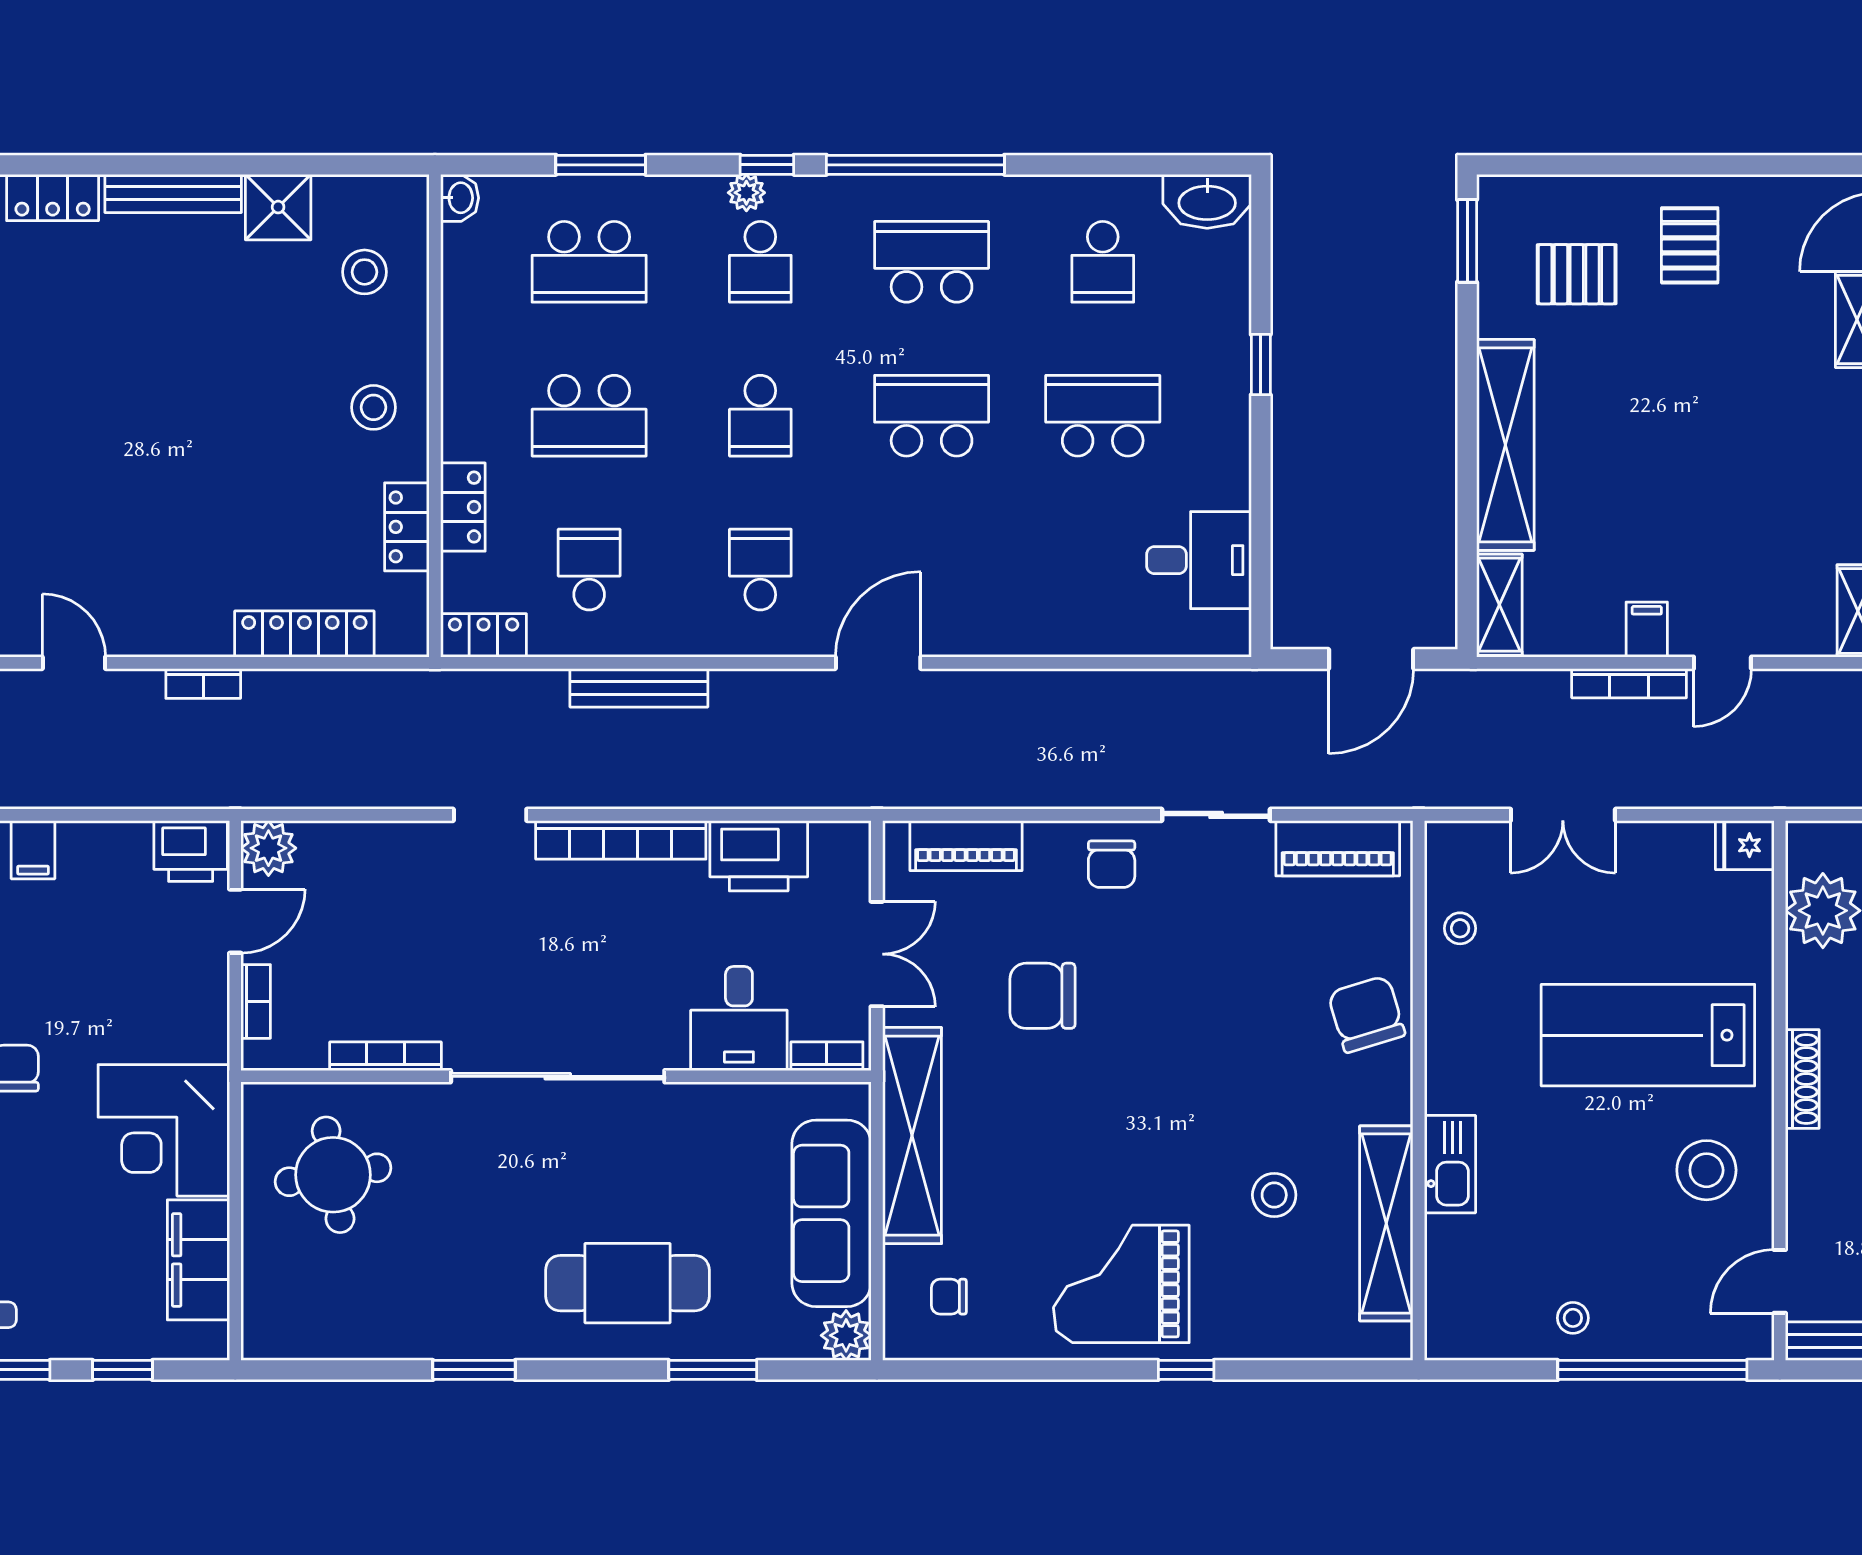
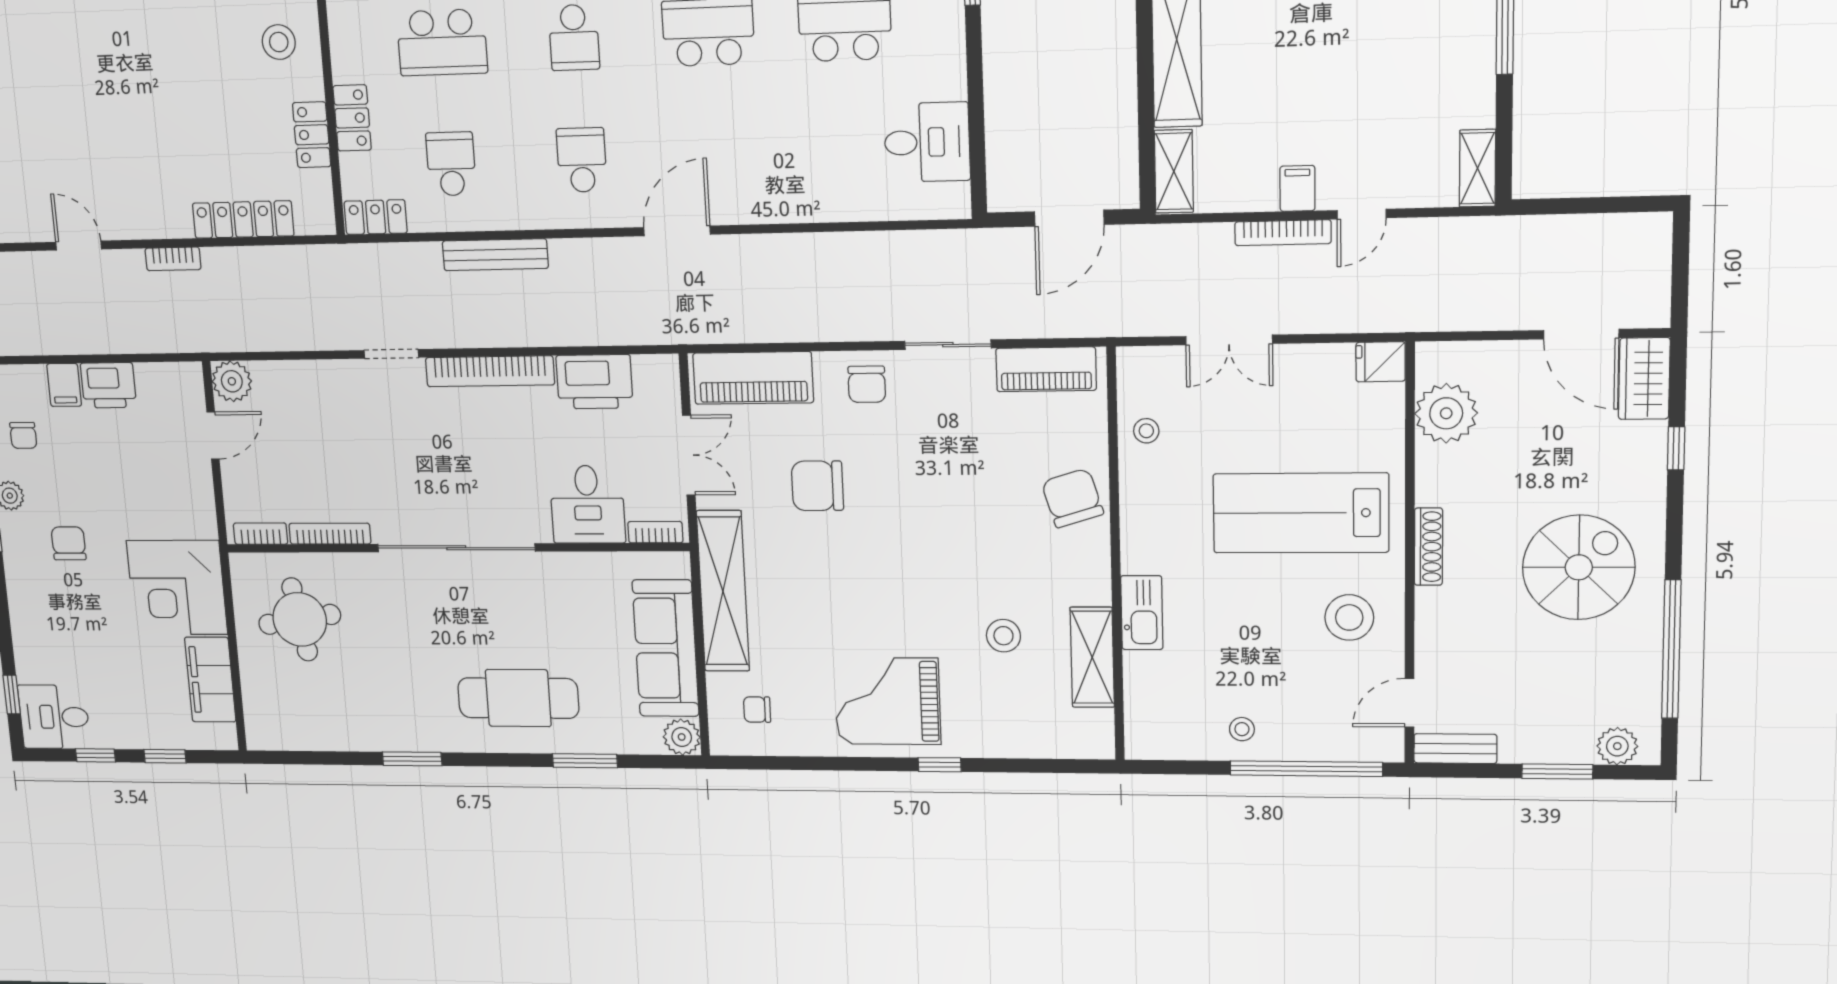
piano: (966, 846) -> (753, 378), width x1.37, depth x1.33
printer: (191, 851) -> (108, 385), moved
bookcase: (256, 1001) -> (261, 534), moved, turned -90
shelving: (1386, 1223) -> (1092, 657), width x0.68

